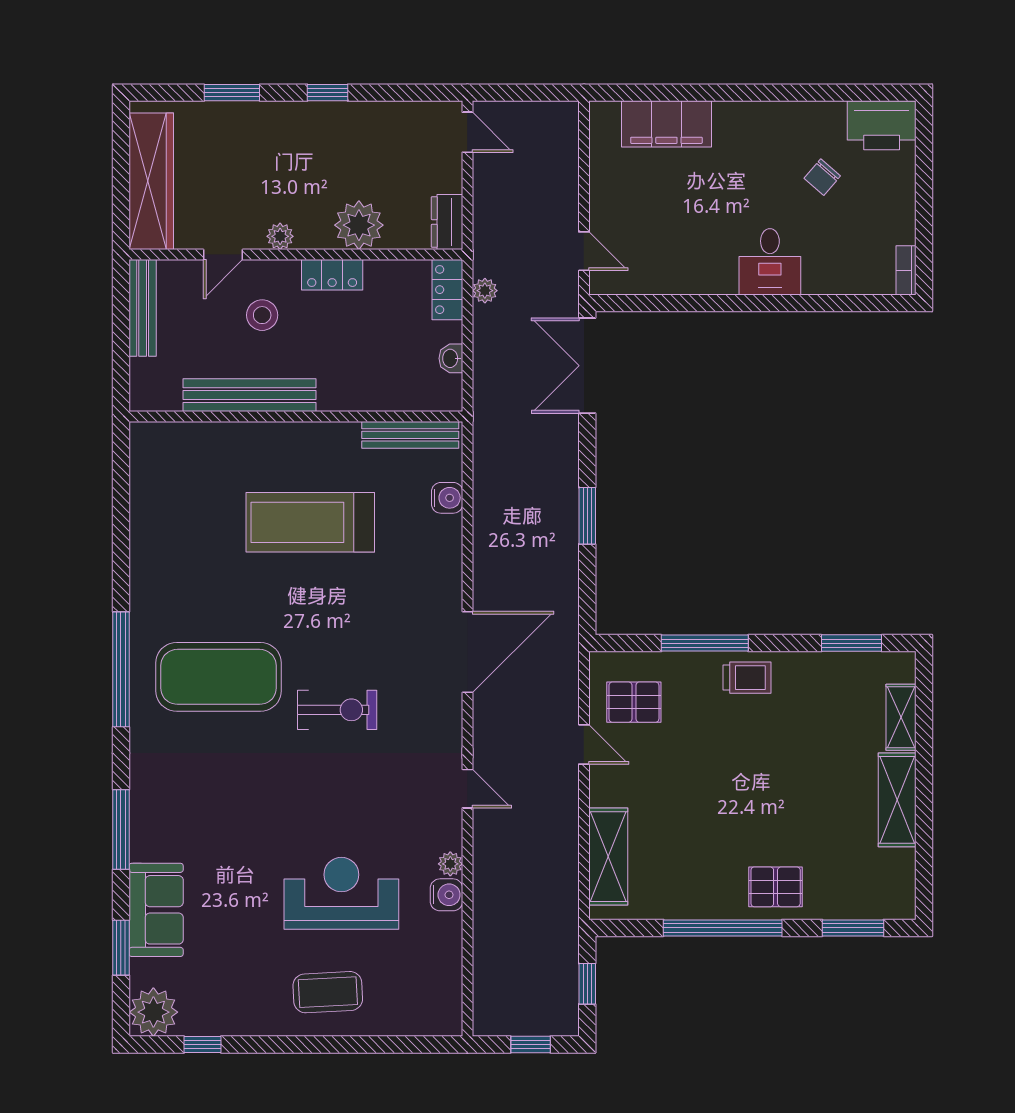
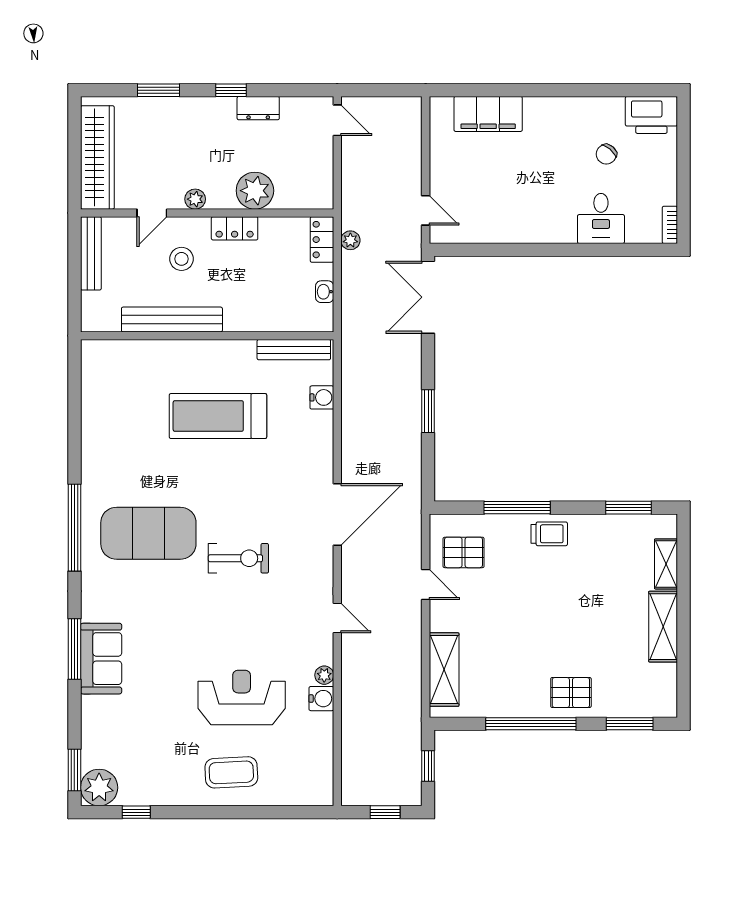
dresser: (447, 222) -> (258, 108), moved, turned -90
desk: (770, 262) -> (601, 218), moved
sofa: (156, 910) -> (101, 659), moved
window: (121, 948) -> (74, 770), moved

